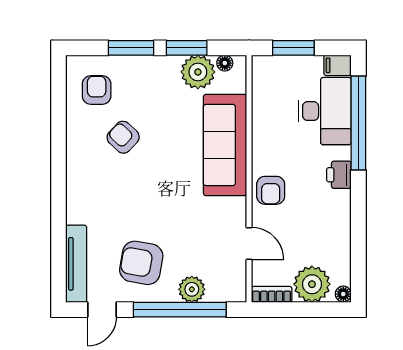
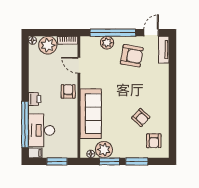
tv unit: (76, 264) -> (164, 50), width x0.71

